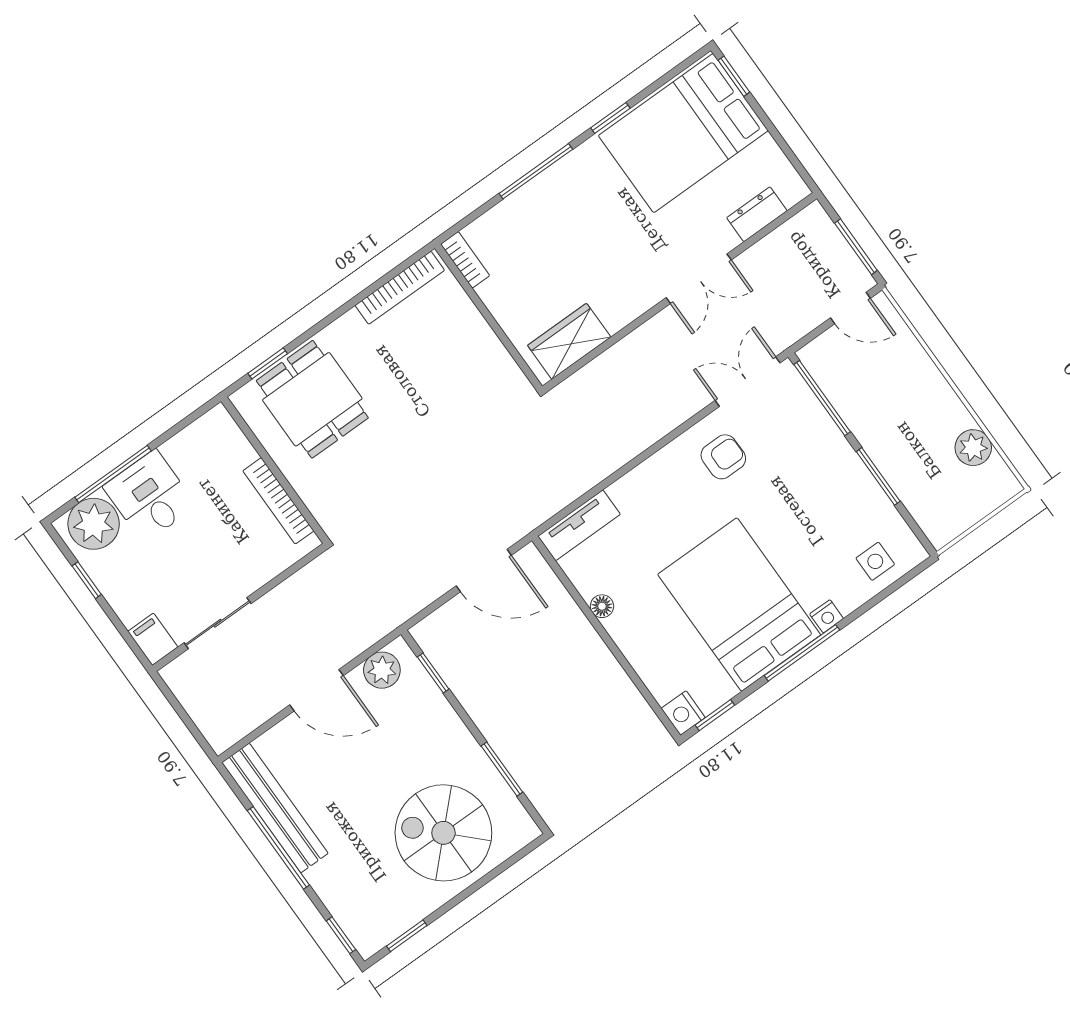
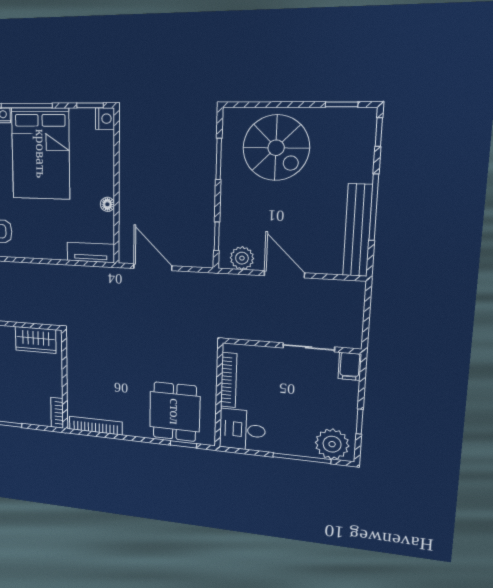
desk: (150, 496) -> (242, 430), moved, turned 90

